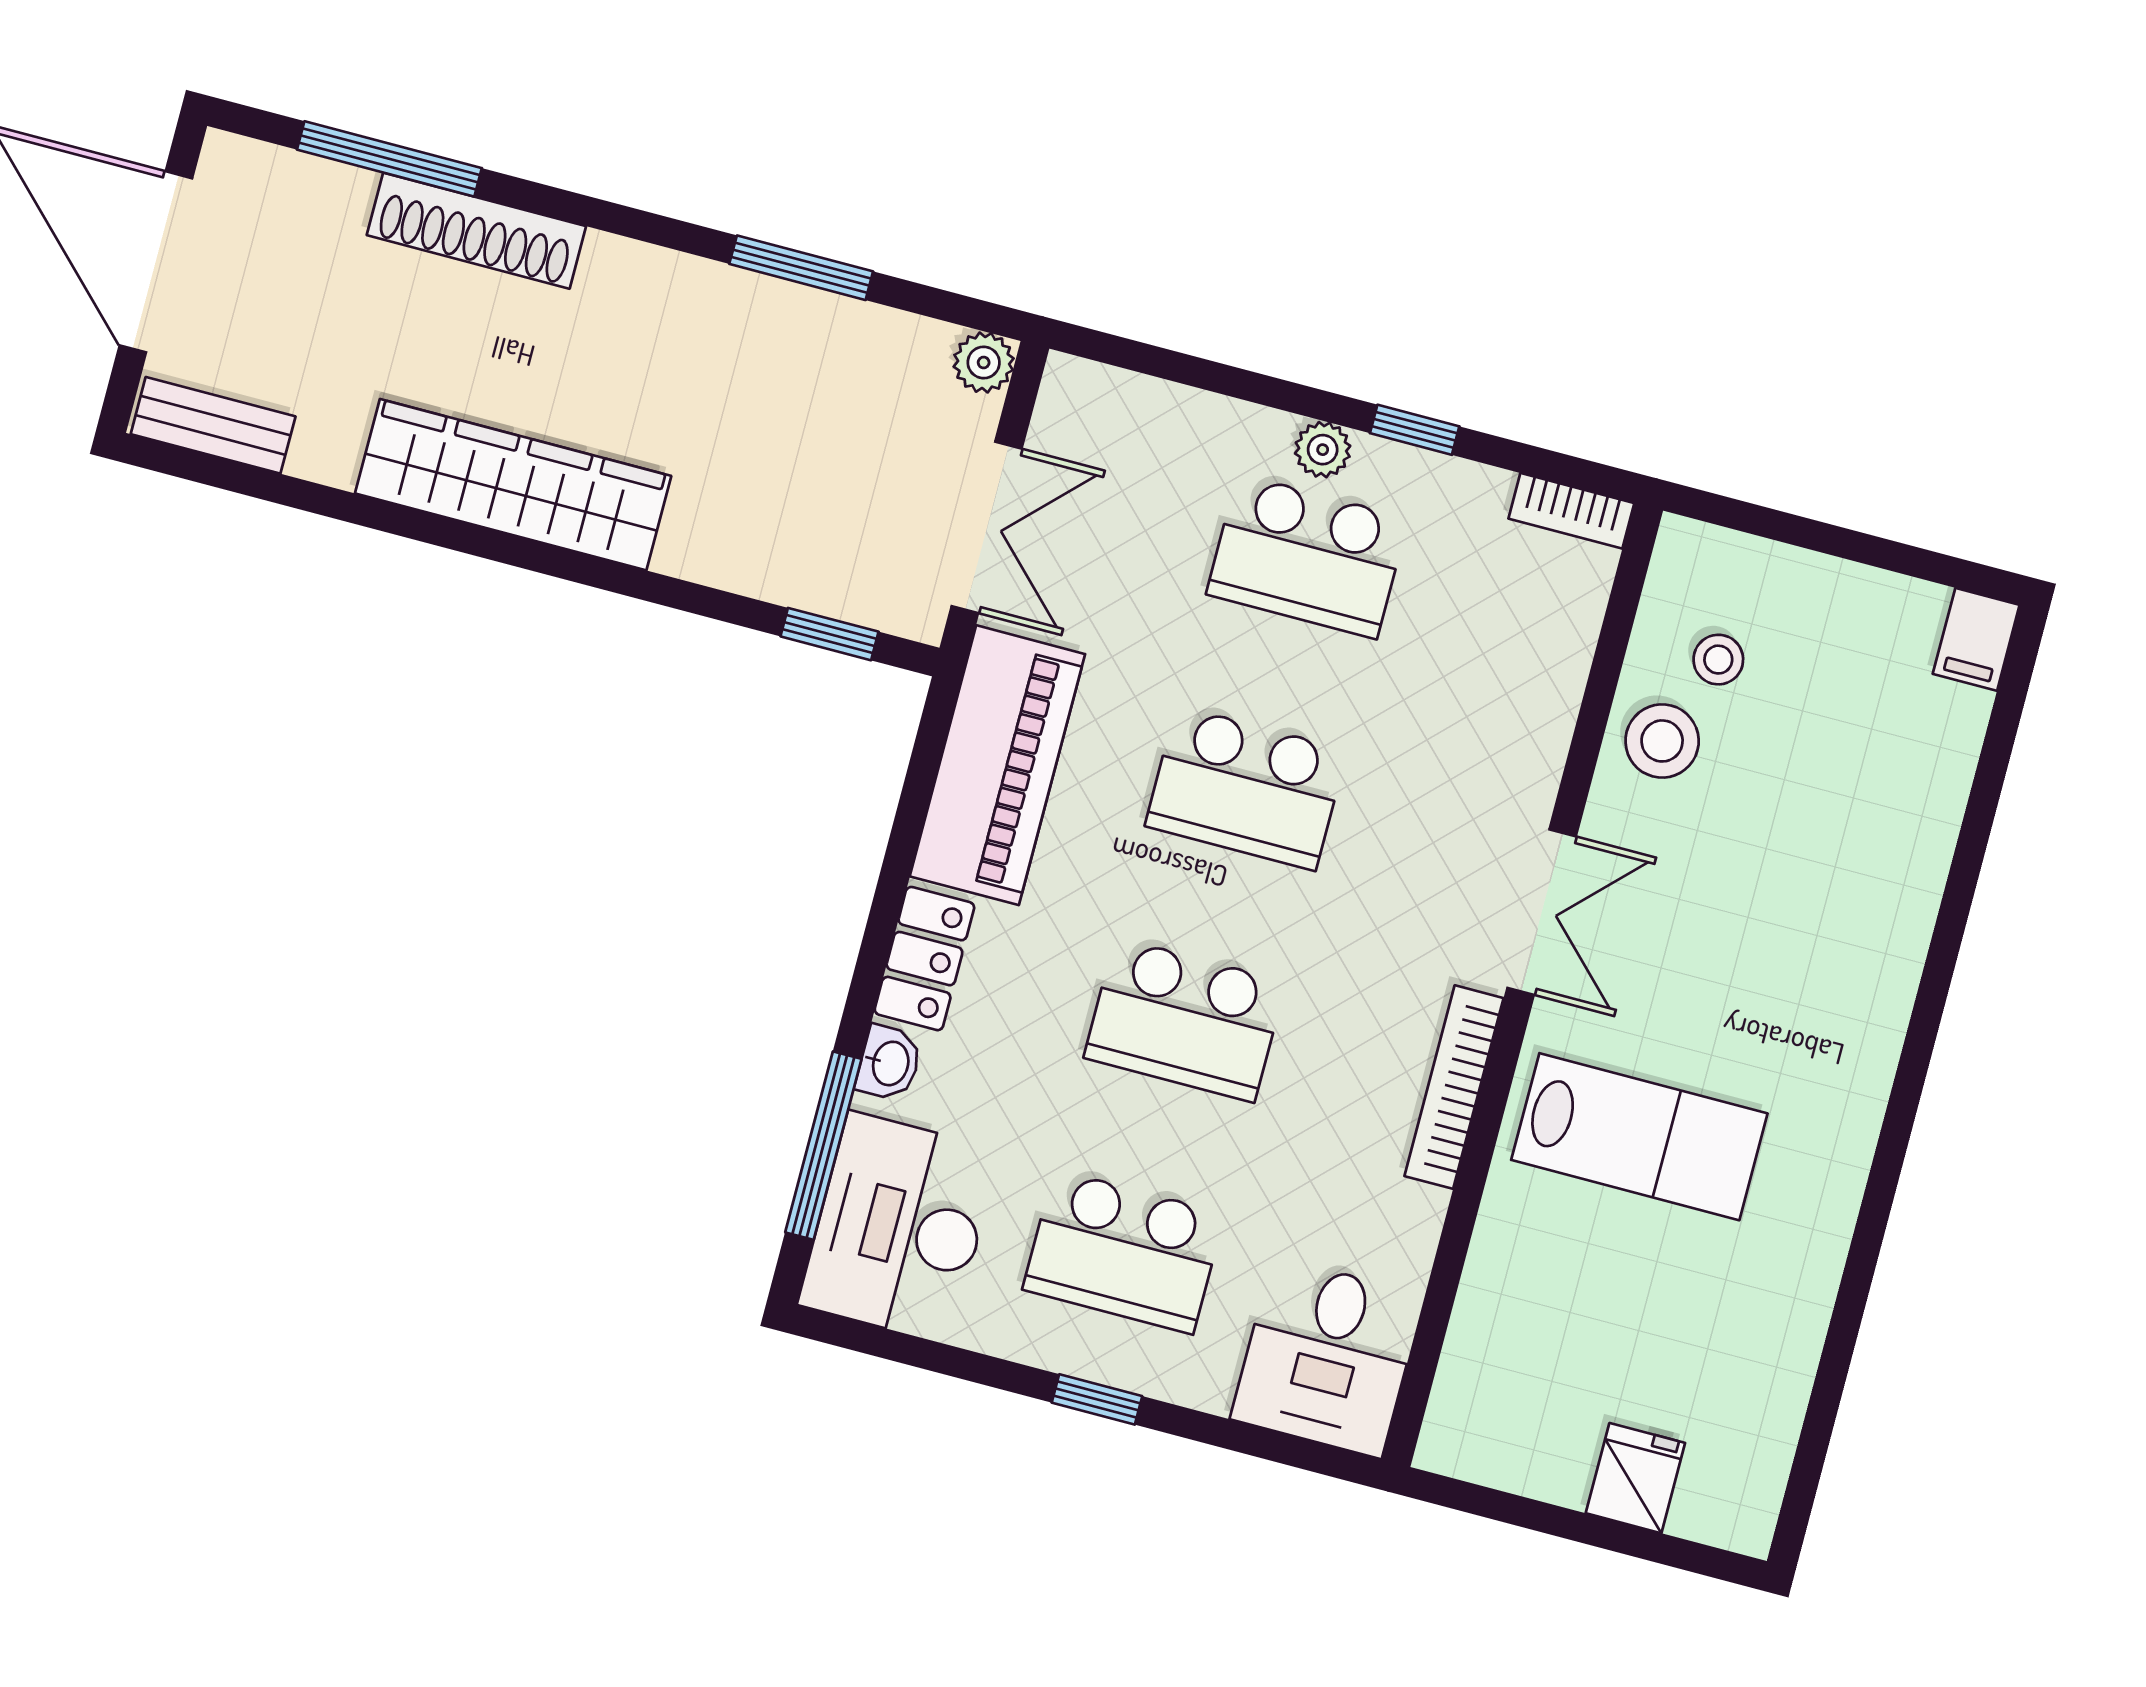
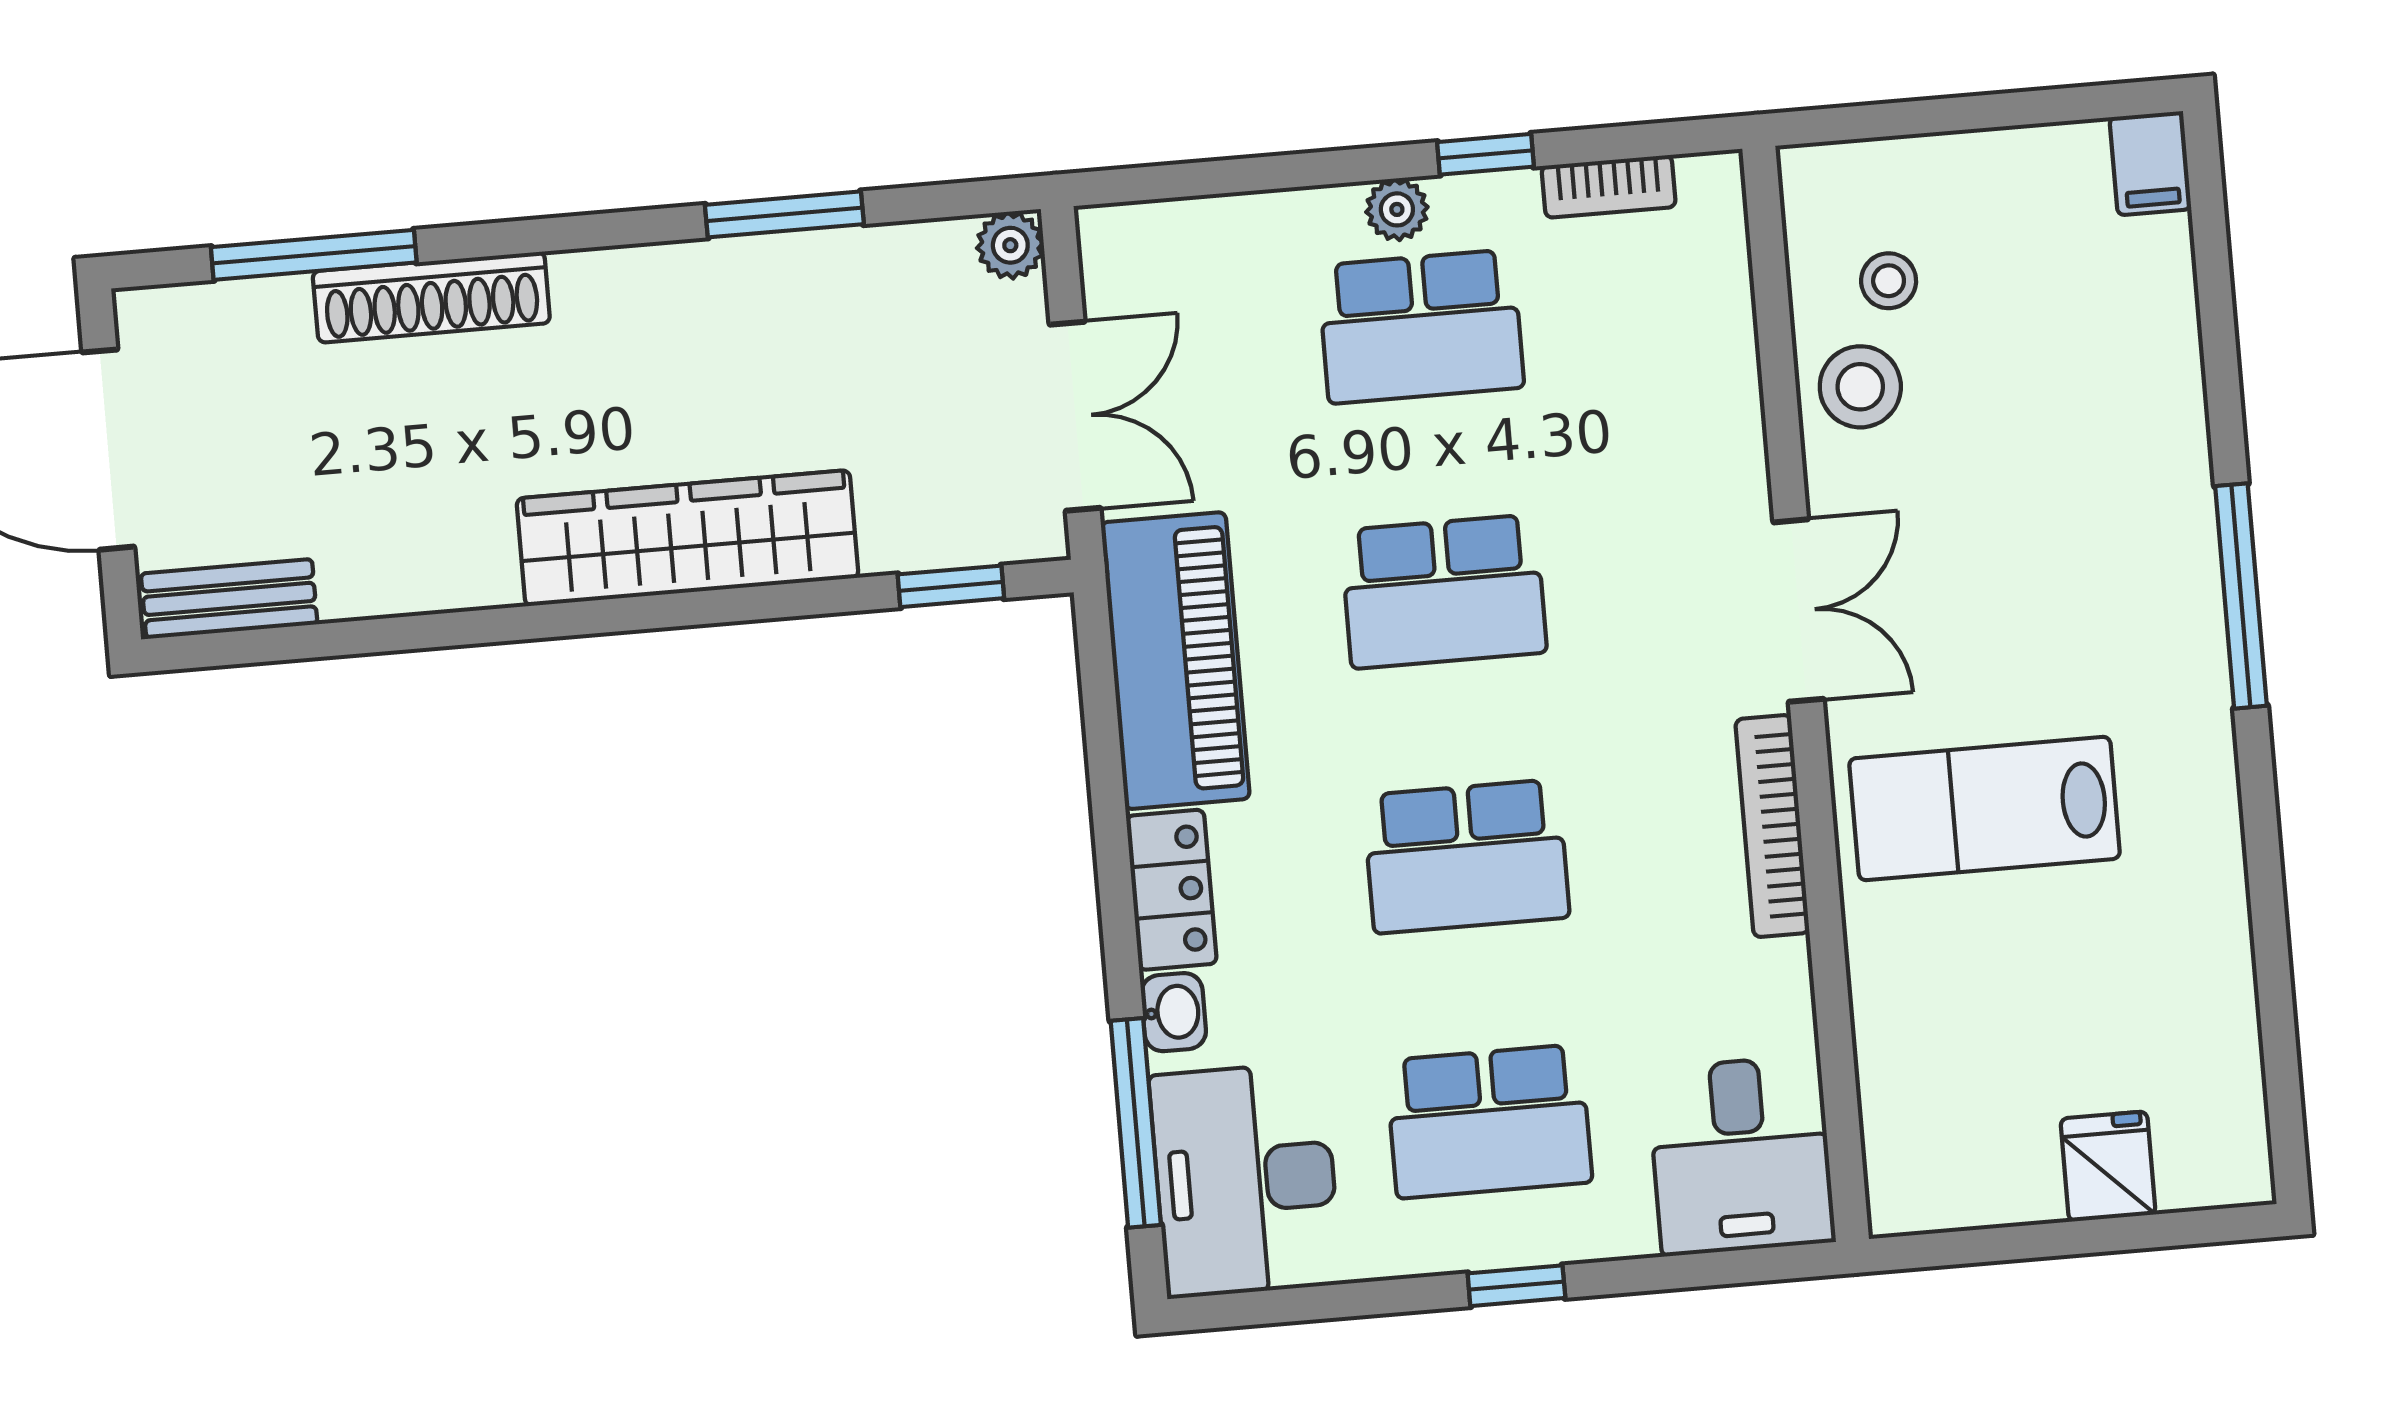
wardrobe: (513, 485) -> (687, 538), moved
bookcase: (1571, 511) -> (1609, 186), moved
window: (1922, 1034) -> (2241, 596), added
lab bench: (1639, 1137) -> (1985, 809), turned 180

